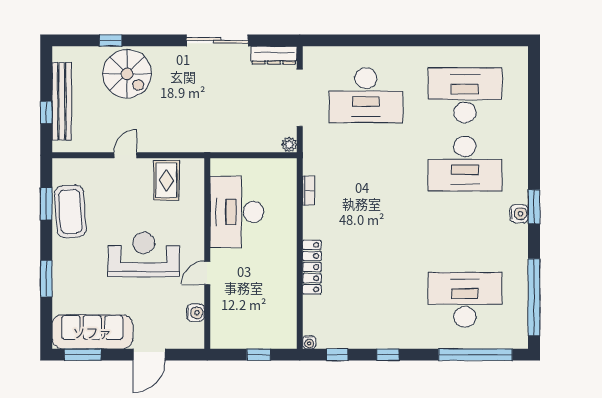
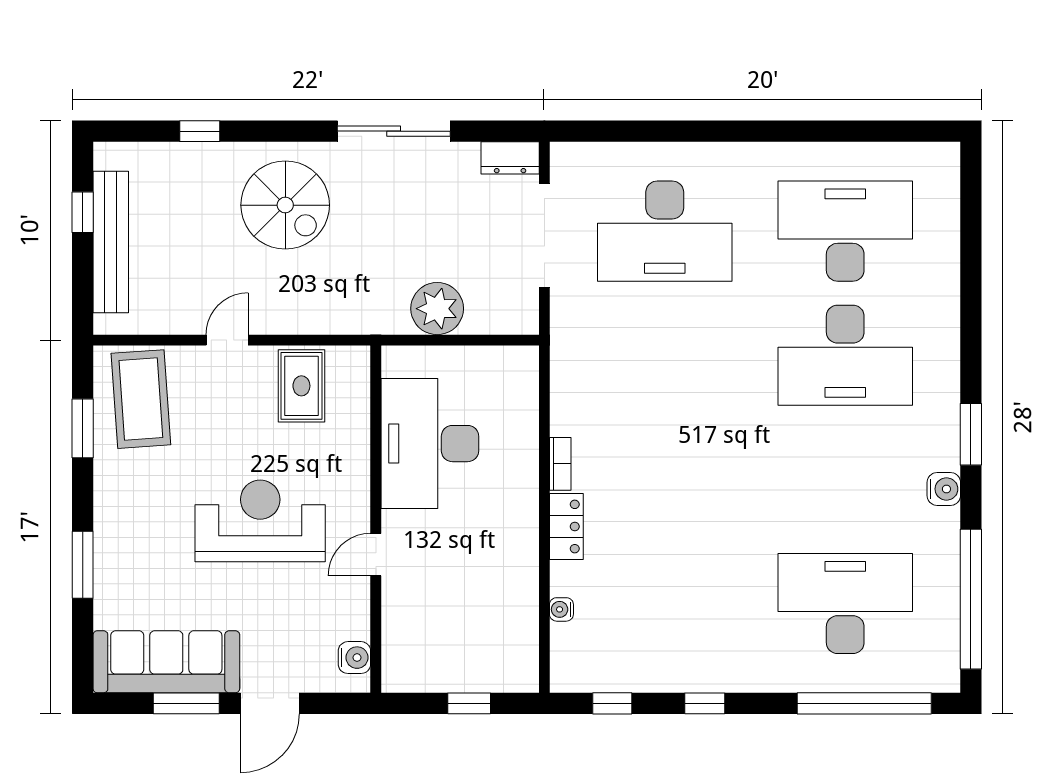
dresser: (274, 55) -> (510, 158), width x0.70
spiral stairs: (127, 74) -> (285, 205), moved
window: (46, 112) -> (83, 212), moved
plant: (289, 145) -> (437, 309), moved, width x1.88, depth x1.88
bookcase: (308, 191) -> (560, 464), moved
coffee table: (70, 211) -> (141, 399), moved
water cooler: (519, 214) -> (944, 489), moved
locker: (312, 267) -> (566, 527), width x0.66
water cooler: (196, 313) -> (354, 658), moved
water cooler: (309, 342) -> (561, 609), moved, turned 90
window: (83, 355) -> (186, 703), moved

